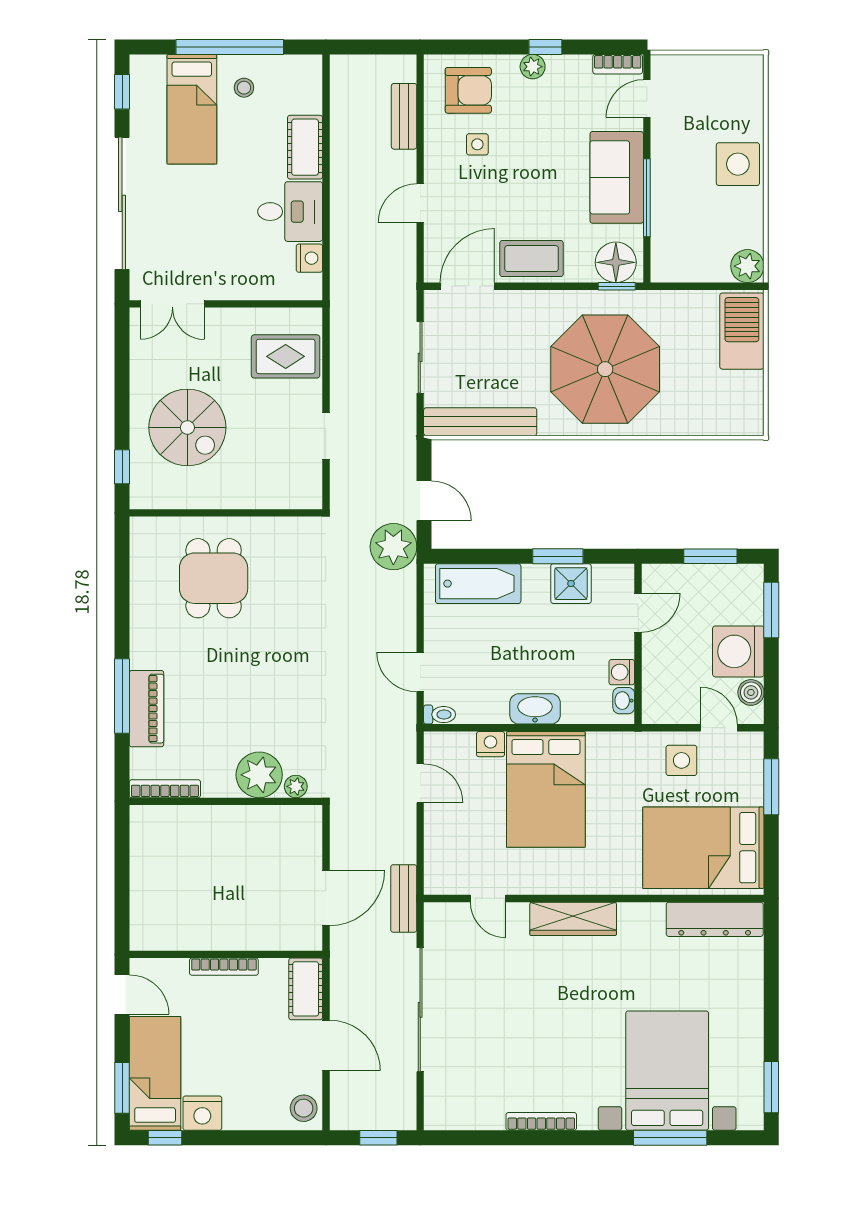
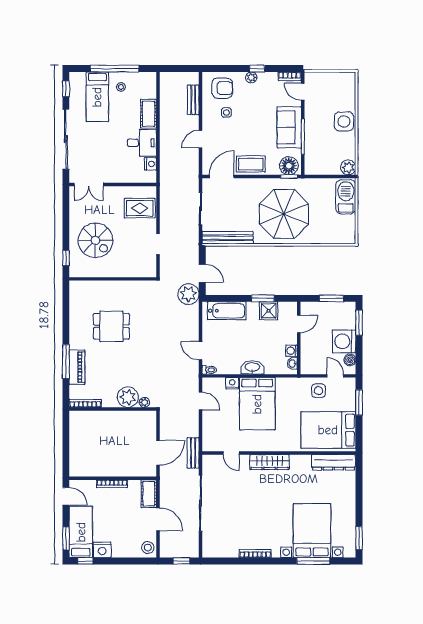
door: (647, 98) -> (303, 92), hinge flipped
dining table: (214, 578) -> (111, 326), moved, turned 90

